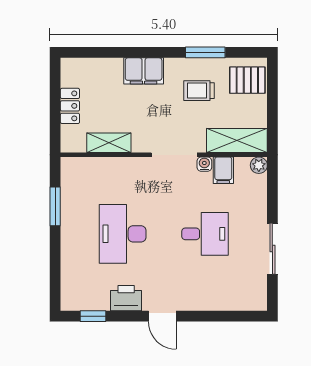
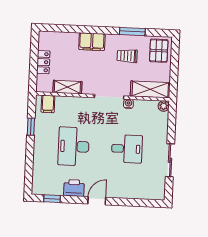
pallet: (247, 80) -> (159, 51), turned 90
filing cabinet: (223, 170) -> (48, 104), moved
window: (55, 206) -> (31, 127), width x0.67
door: (162, 316) -> (97, 201), swing flipped

